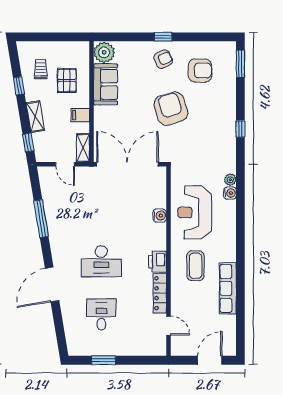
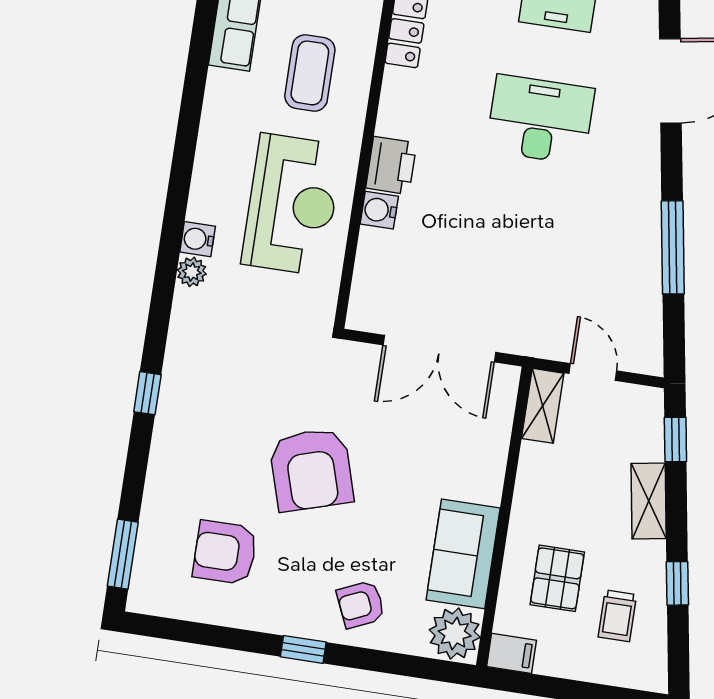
armchair: (163, 59) -> (361, 604), moved
filing cabinet: (80, 115) -> (512, 653), moved
double door: (127, 164) -> (439, 349), width x0.73
printer: (158, 262) -> (391, 165), moved

